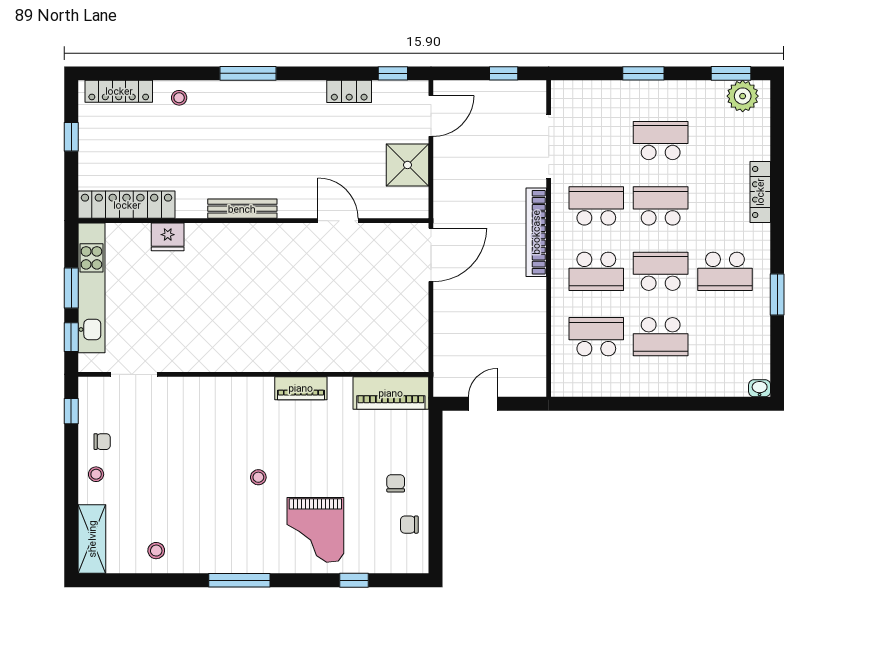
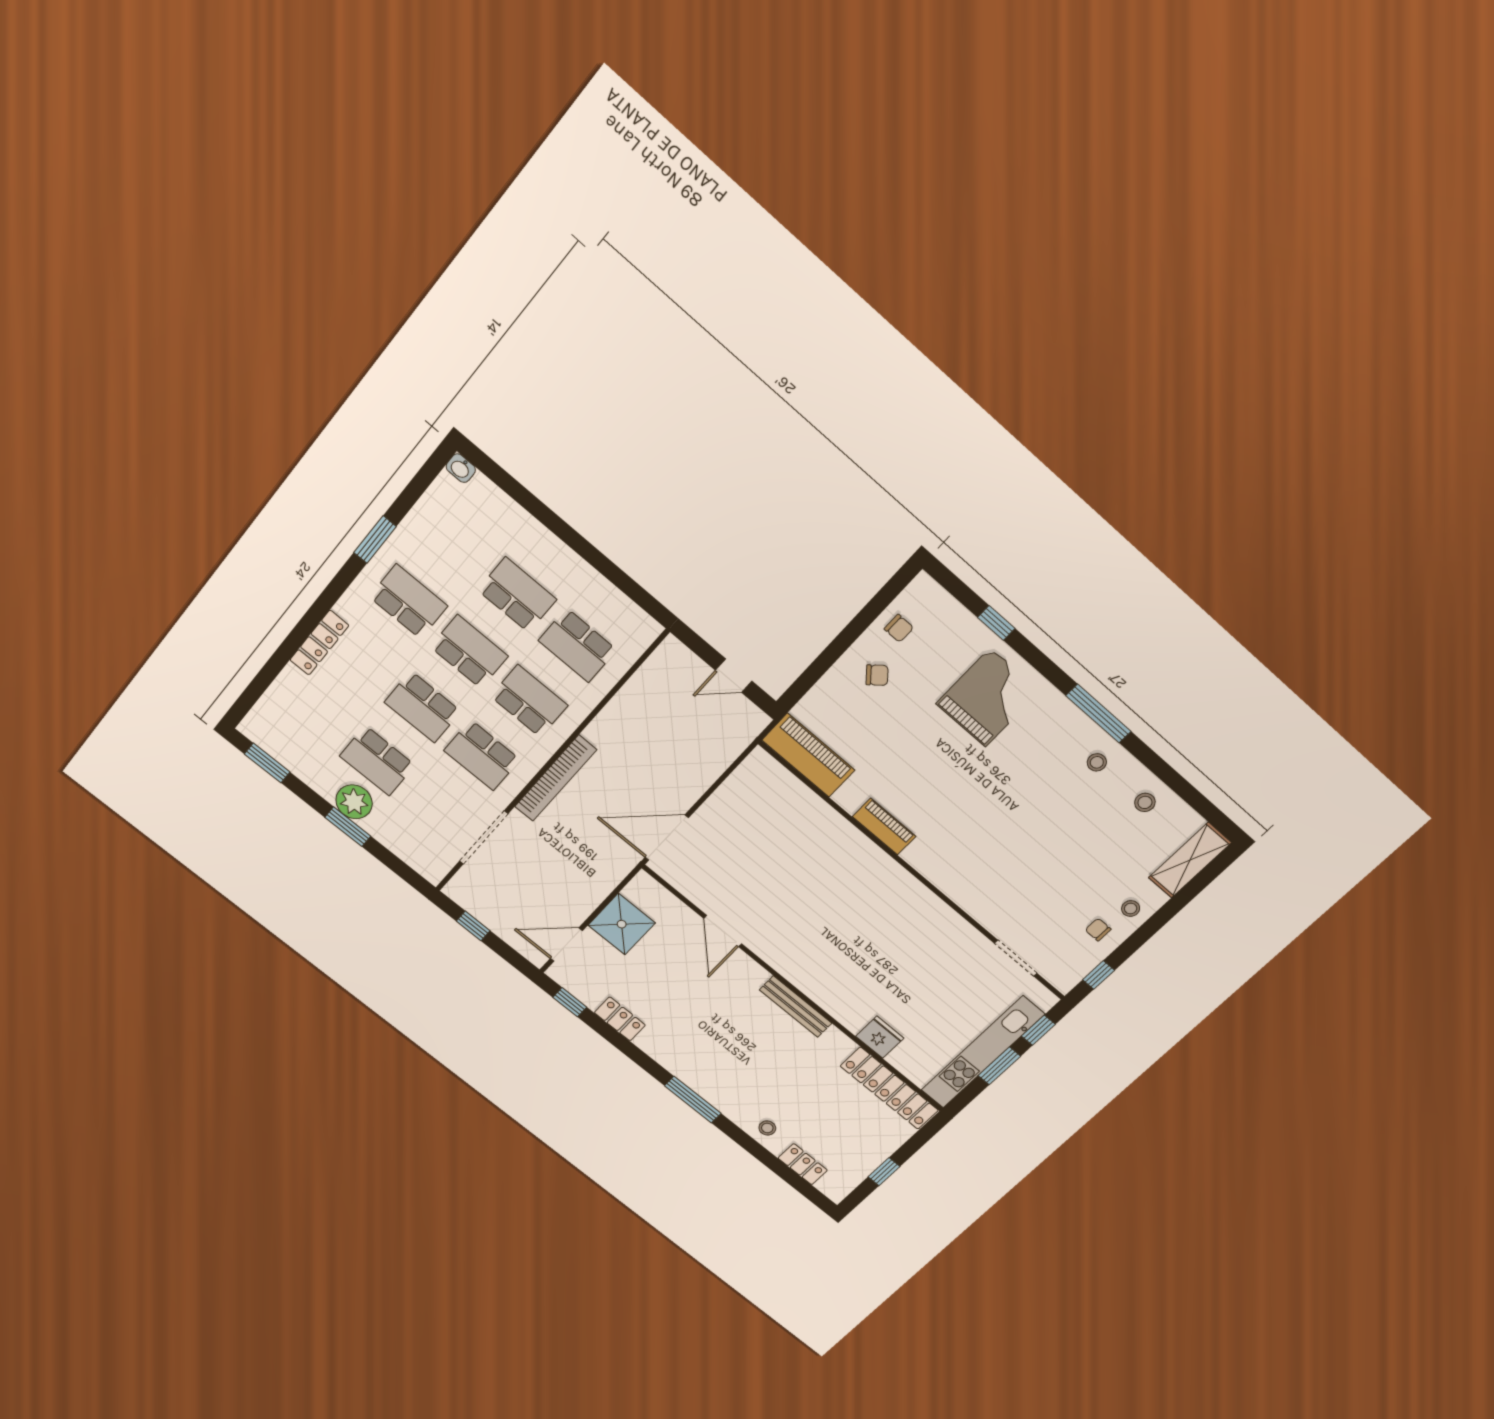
locker: (119, 91) -> (803, 1164), width x0.66
plant: (743, 96) -> (354, 802), moved
school desk: (661, 271) -> (469, 652), turned 180
stool: (258, 477) -> (1097, 762), moved
chair: (396, 483) -> (877, 675), turned -130

